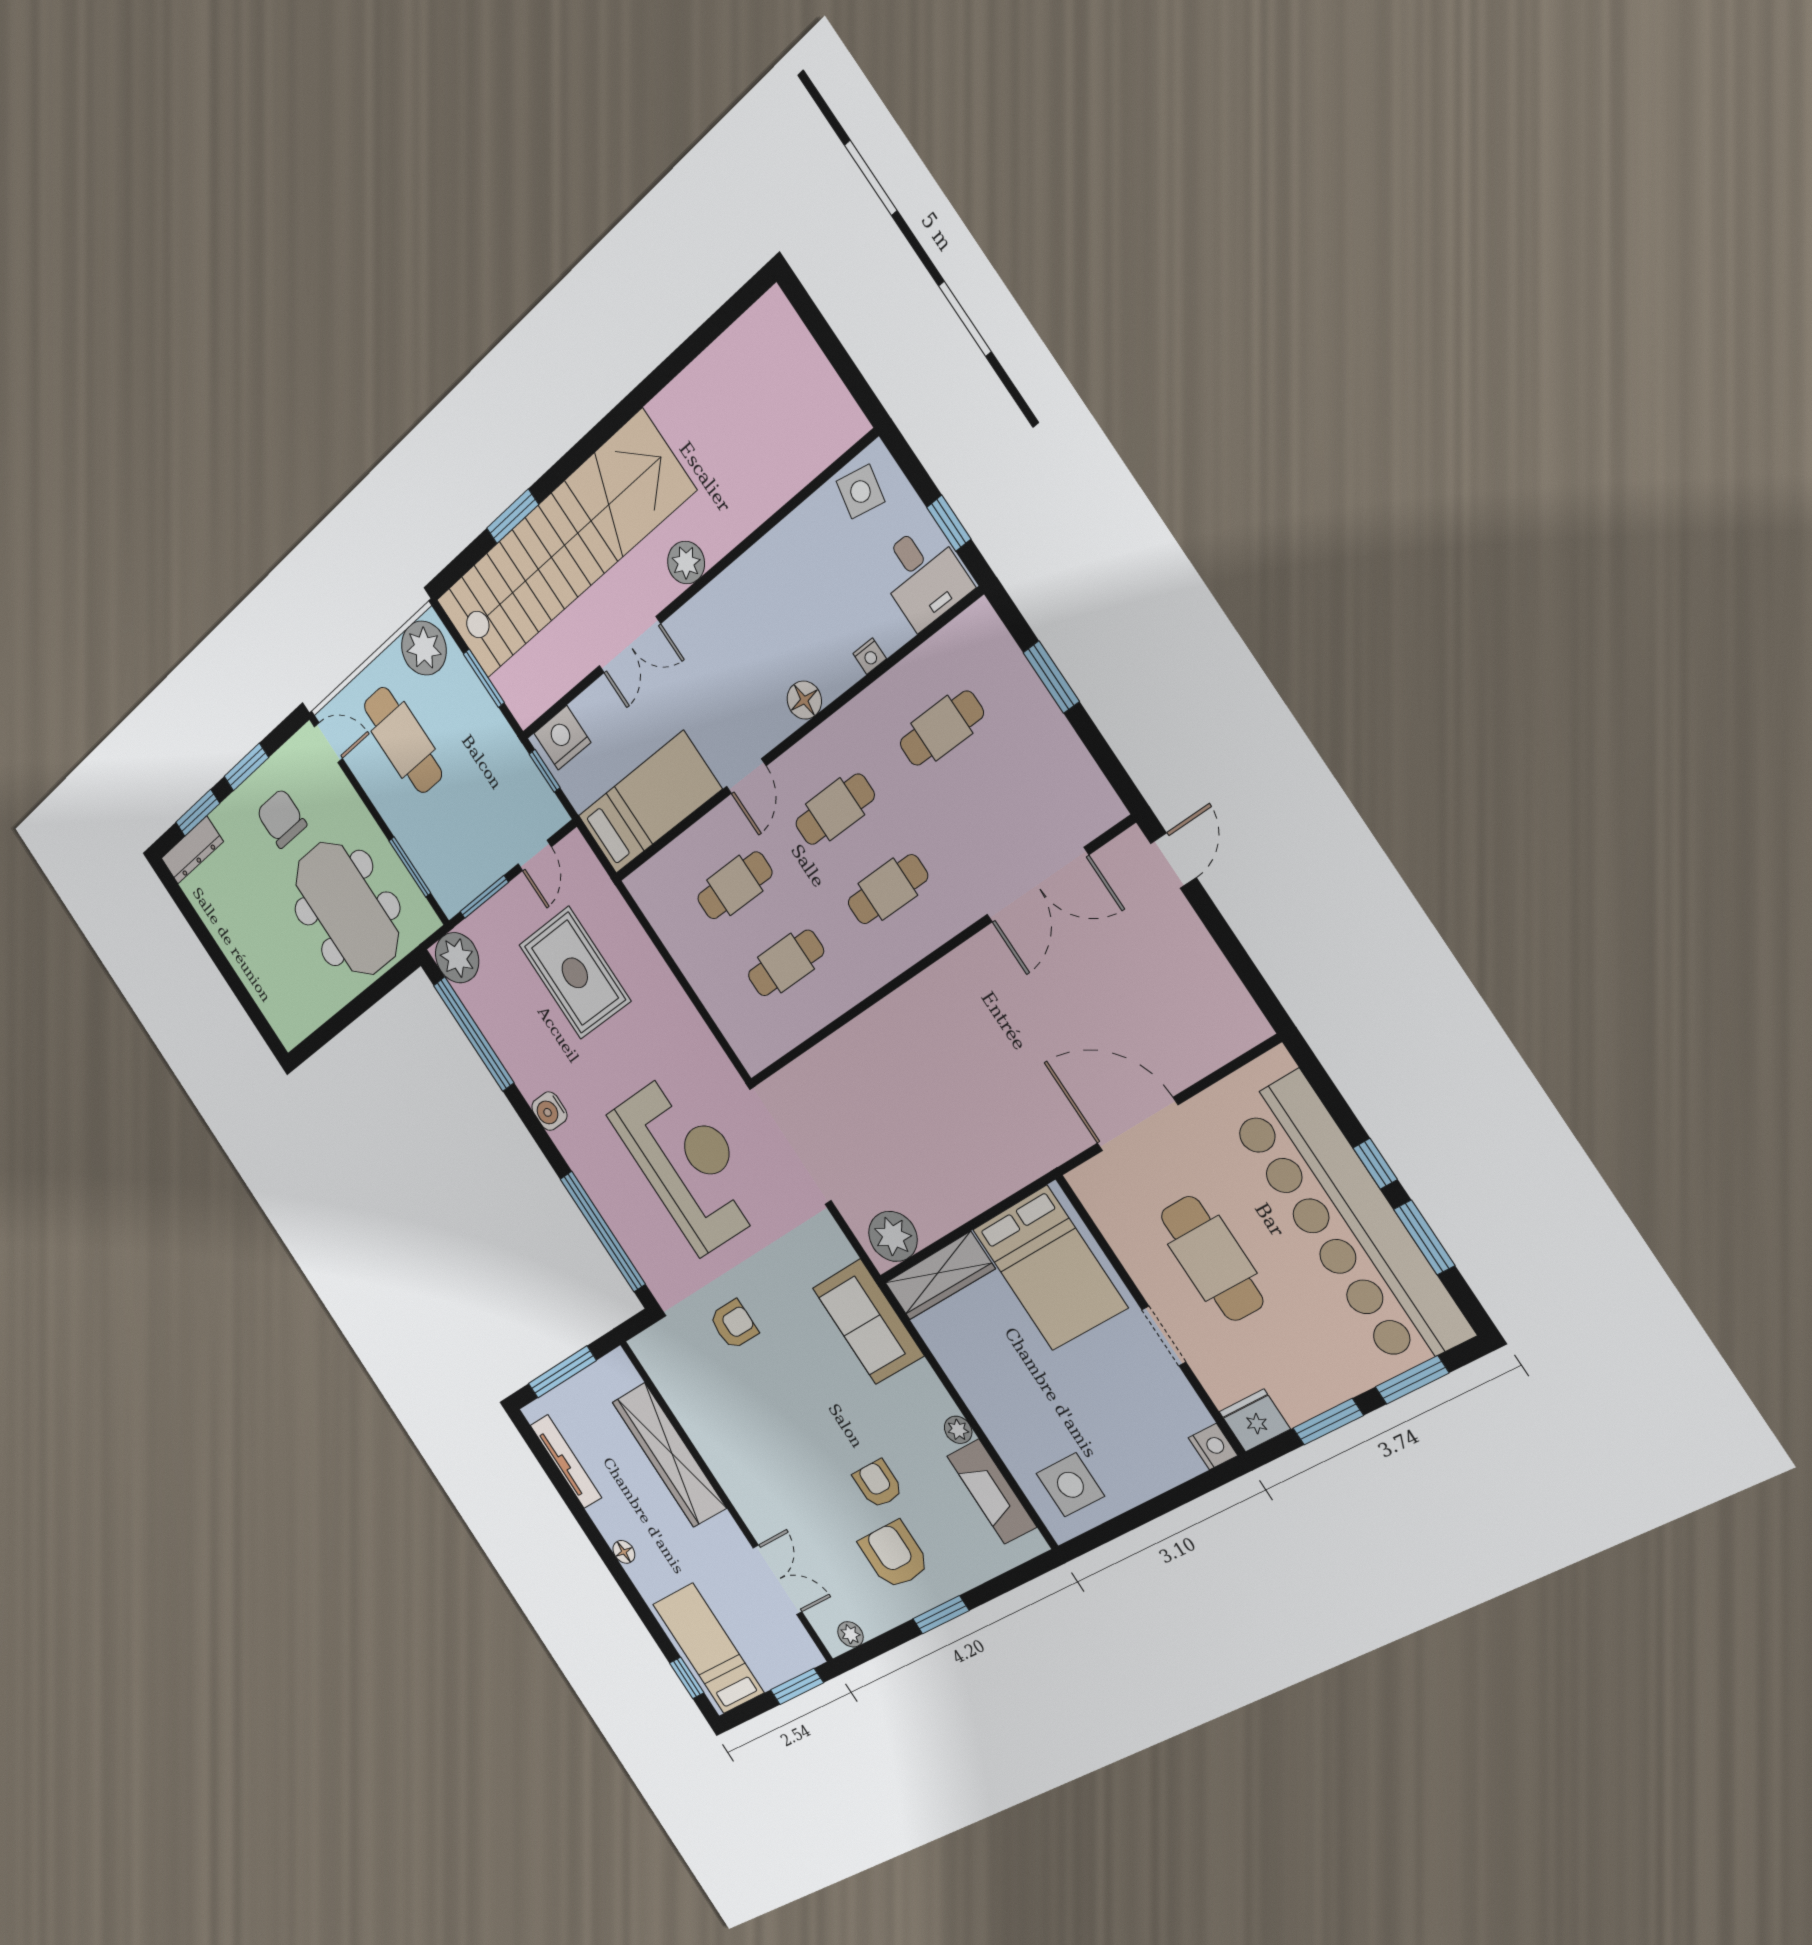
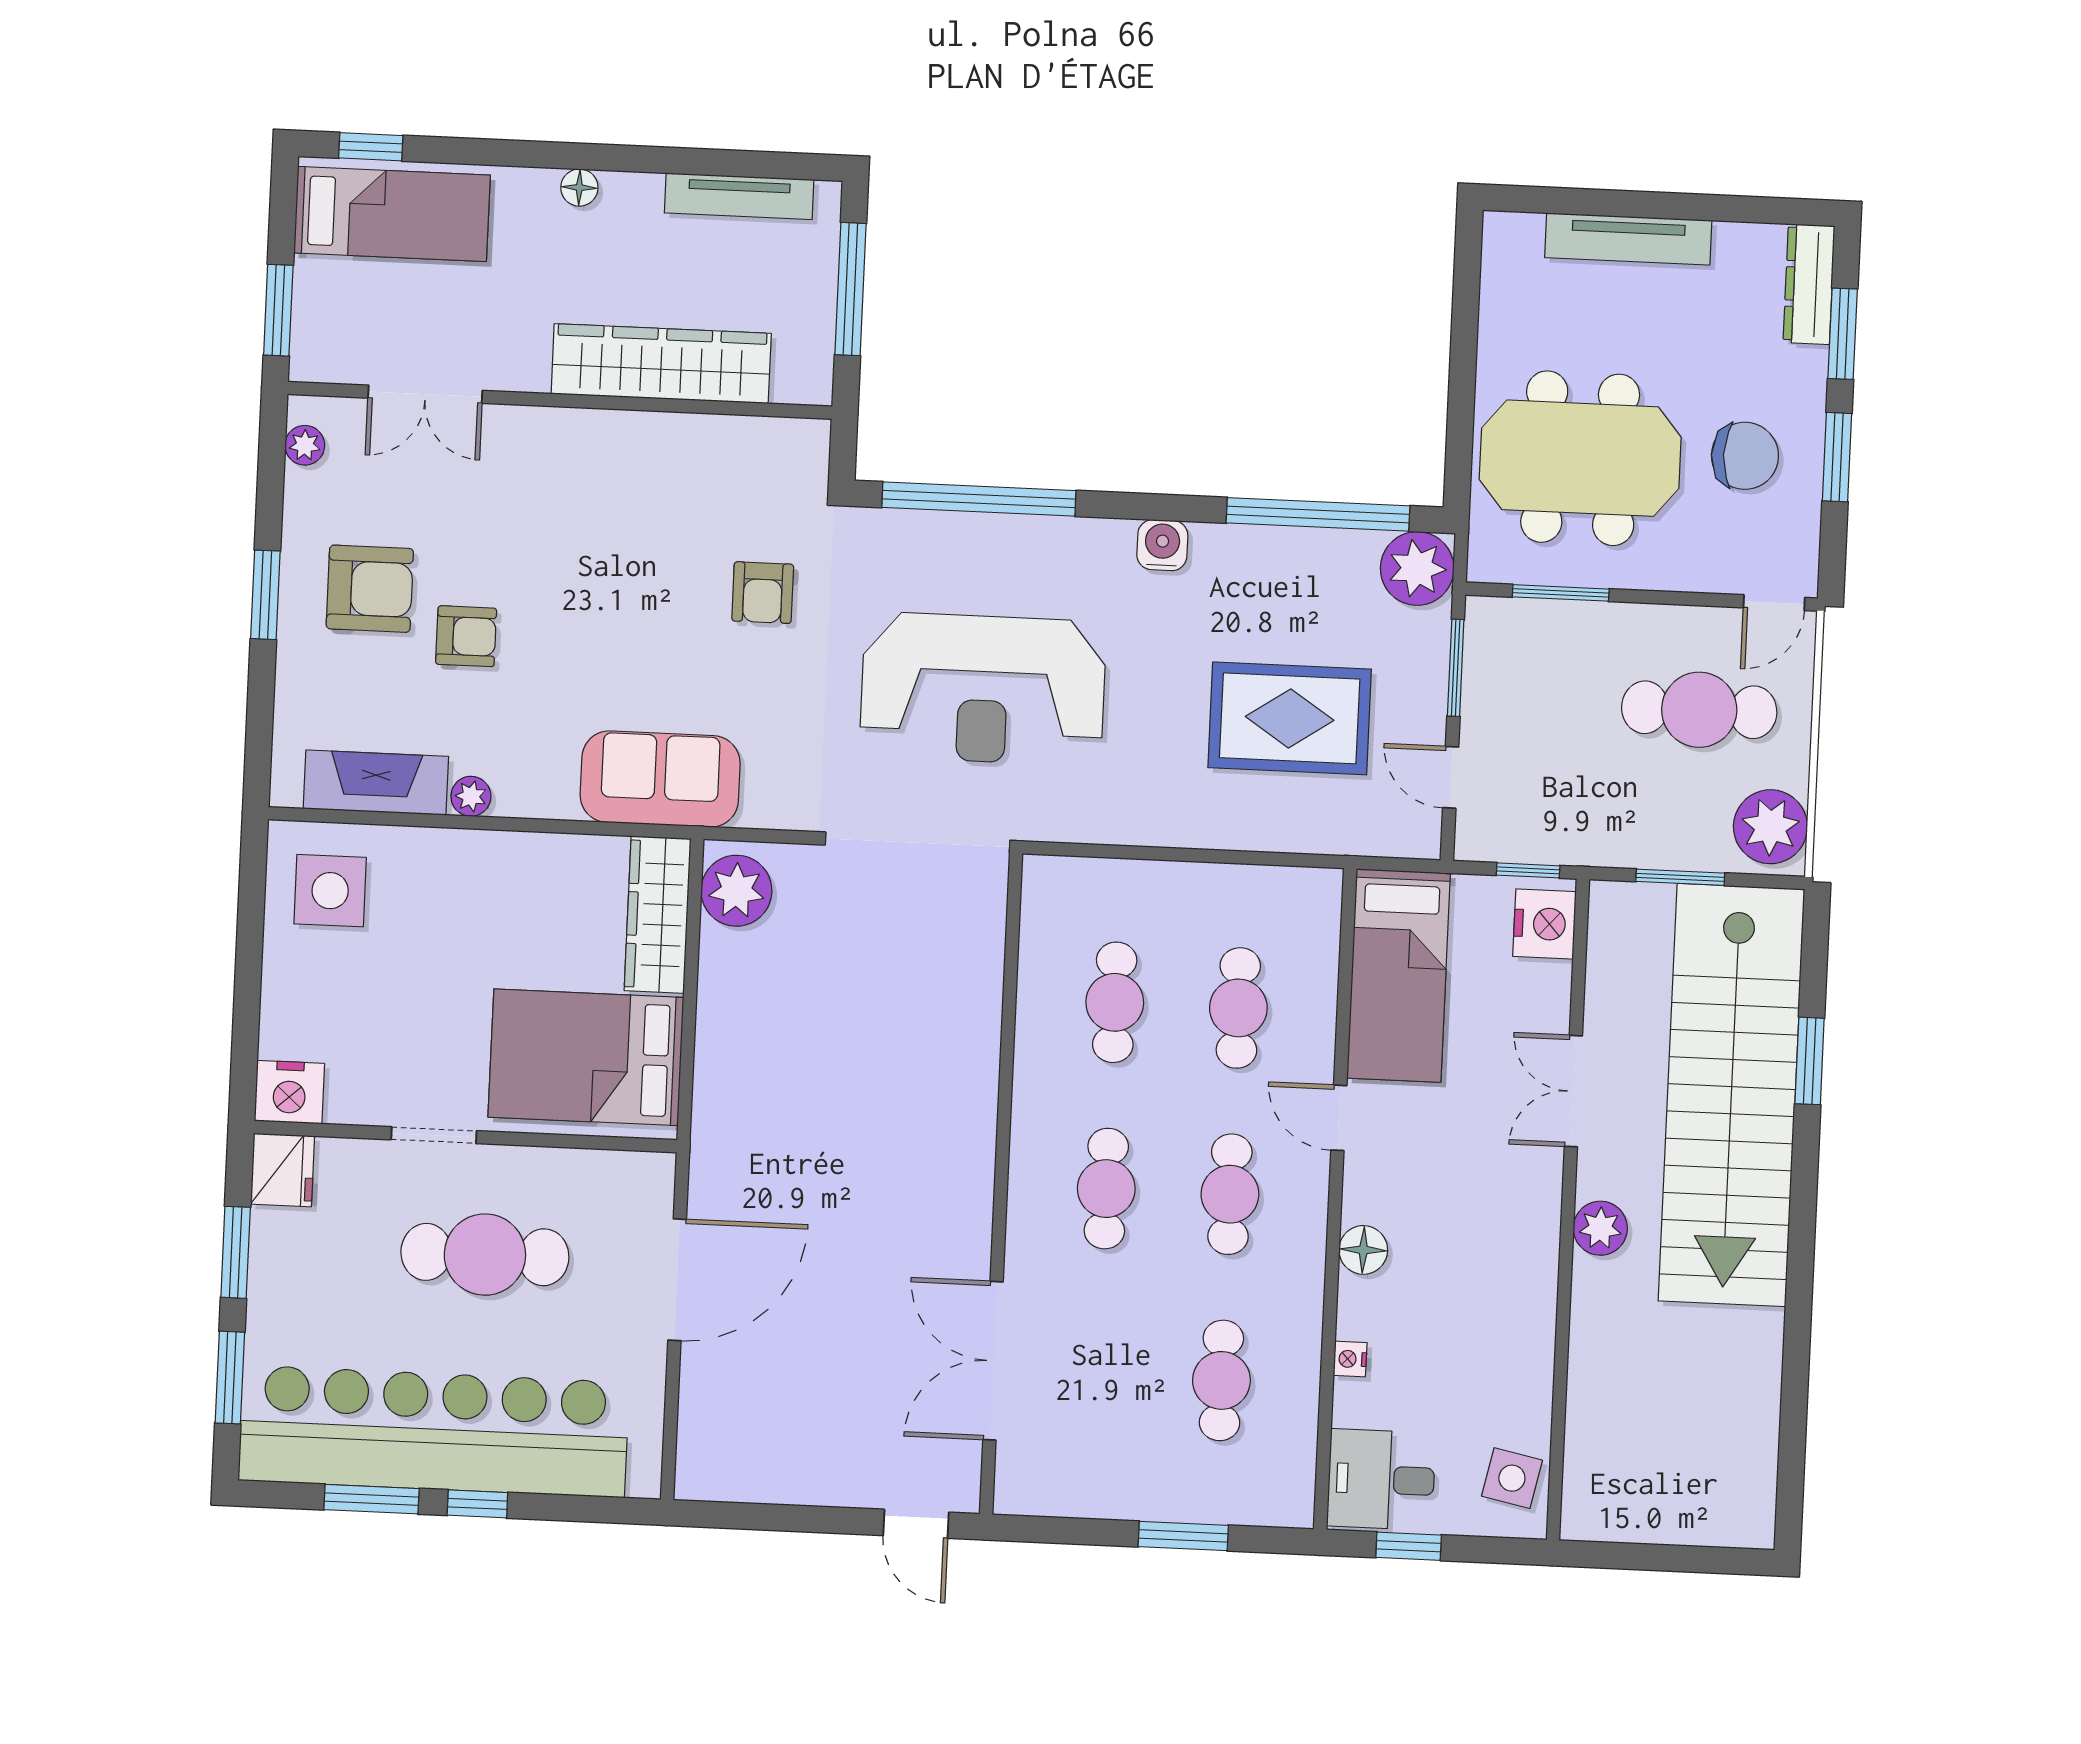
tv unit: (244, 964) -> (1628, 239), added
nightstand: (1213, 1447) -> (289, 1092), width x1.36, depth x1.33

